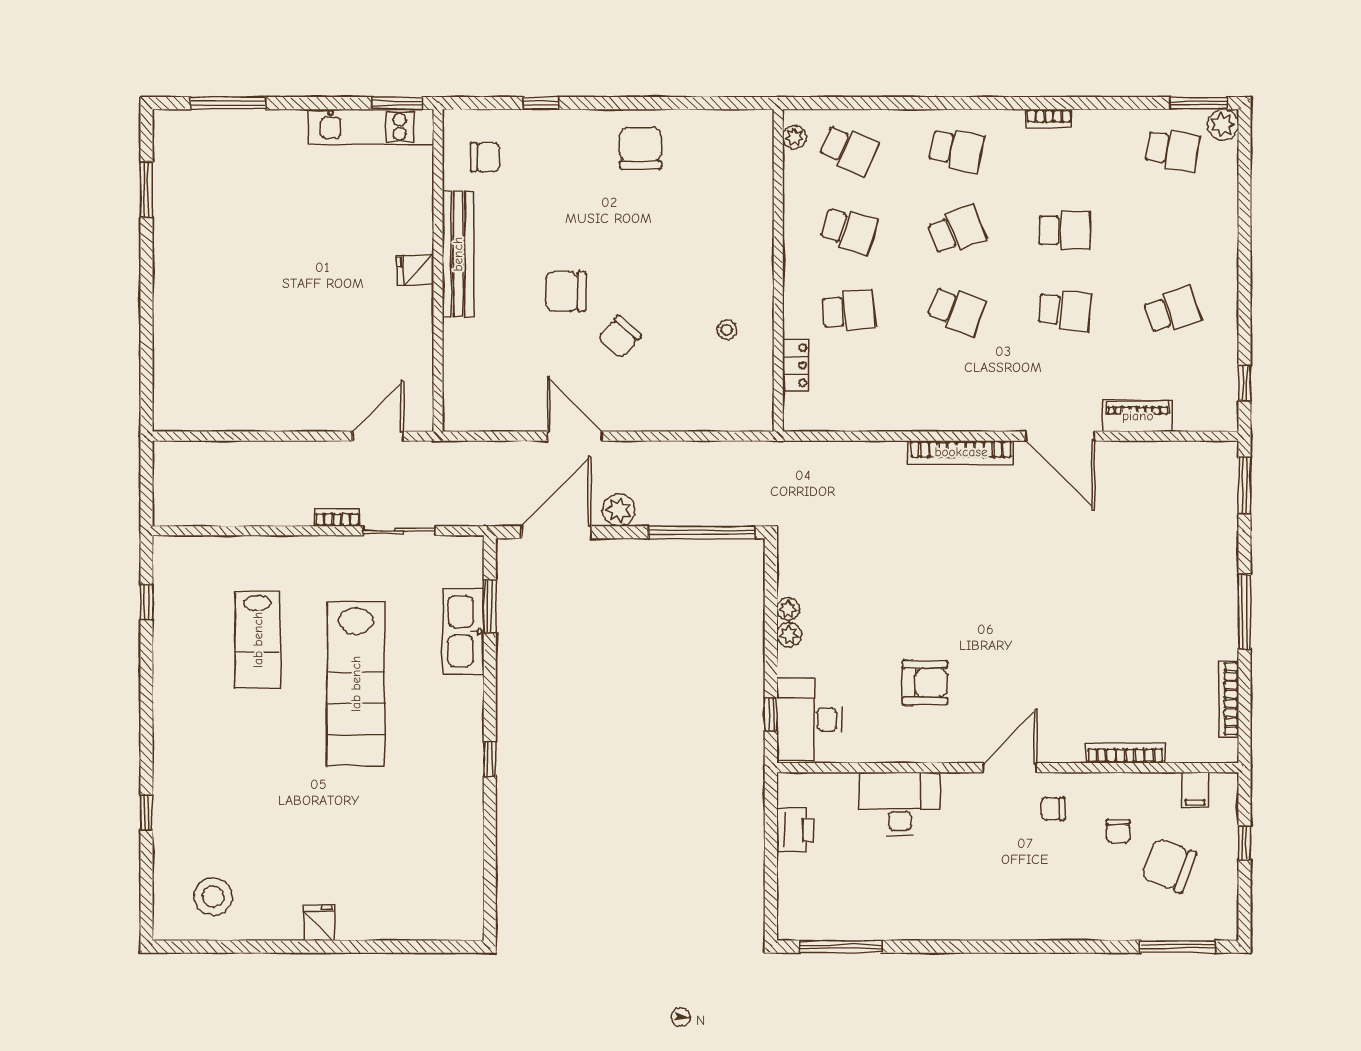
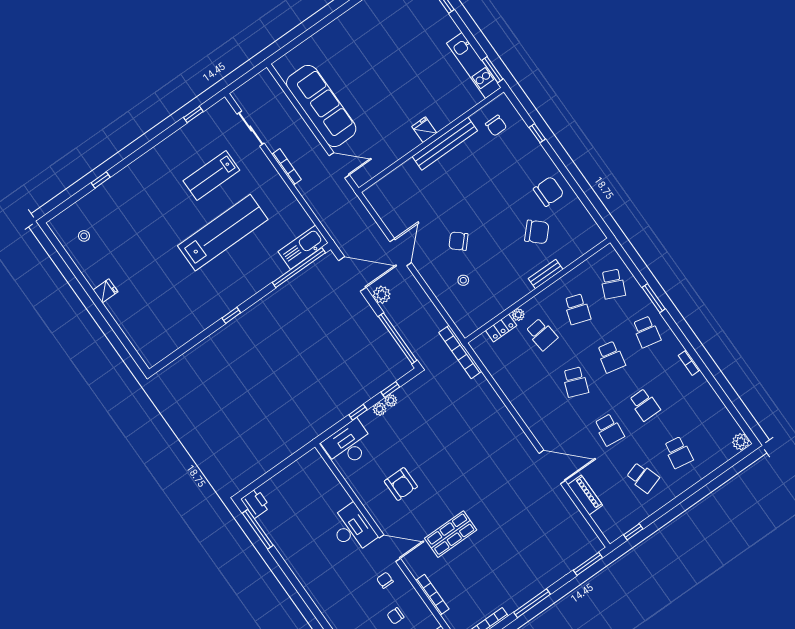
window: (1199, 103) -> (654, 298), moved
plant: (794, 137) -> (518, 315), moved
school desk: (1173, 150) -> (678, 452), moved
school desk: (957, 230) -> (611, 357), turned 33
bench: (762, 241) -> (546, 274), added
chair: (566, 291) -> (537, 232), moved, turned 133
stool: (727, 330) -> (463, 280), moved
sofa: (270, 400) -> (321, 106), added
door: (1060, 436) -> (552, 467), swing flipped
bookcase: (961, 452) -> (460, 352), moved
bookcase: (337, 517) -> (287, 167), width x1.56
sliding door: (399, 531) -> (251, 129), moved
window: (771, 598) -> (390, 389), added
window: (490, 606) -> (299, 268), width x2.11
kitchen sink: (463, 631) -> (303, 247), moved
shop shelf: (1054, 661) -> (451, 534), added
lab bench: (356, 684) -> (223, 233), turned 180
window: (771, 715) -> (358, 412), moved
desk: (900, 804) -> (352, 529), moved
printer: (795, 830) -> (255, 503), moved, turned -90
stool: (213, 897) -> (84, 236), width x0.53, depth x0.53

